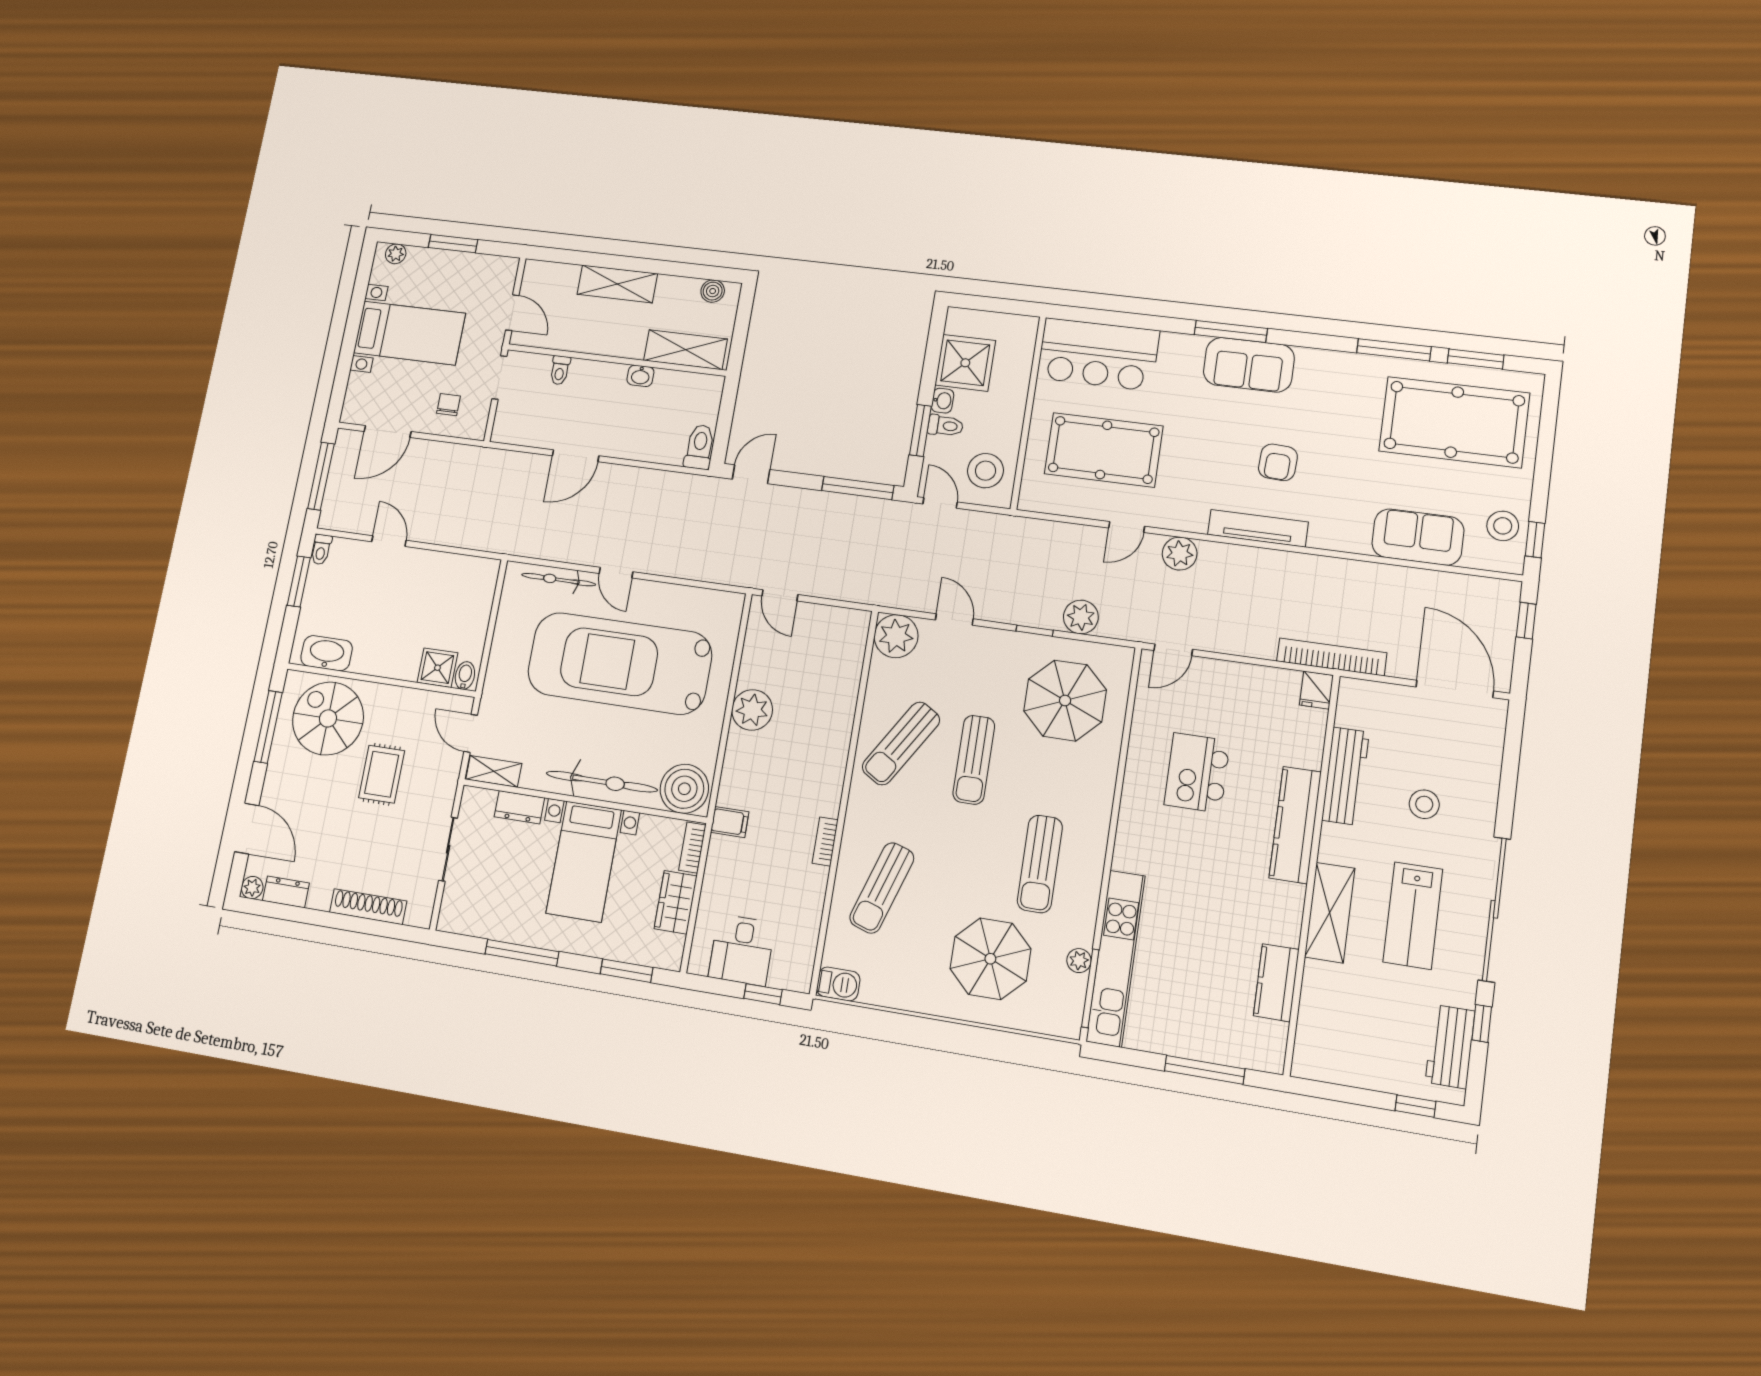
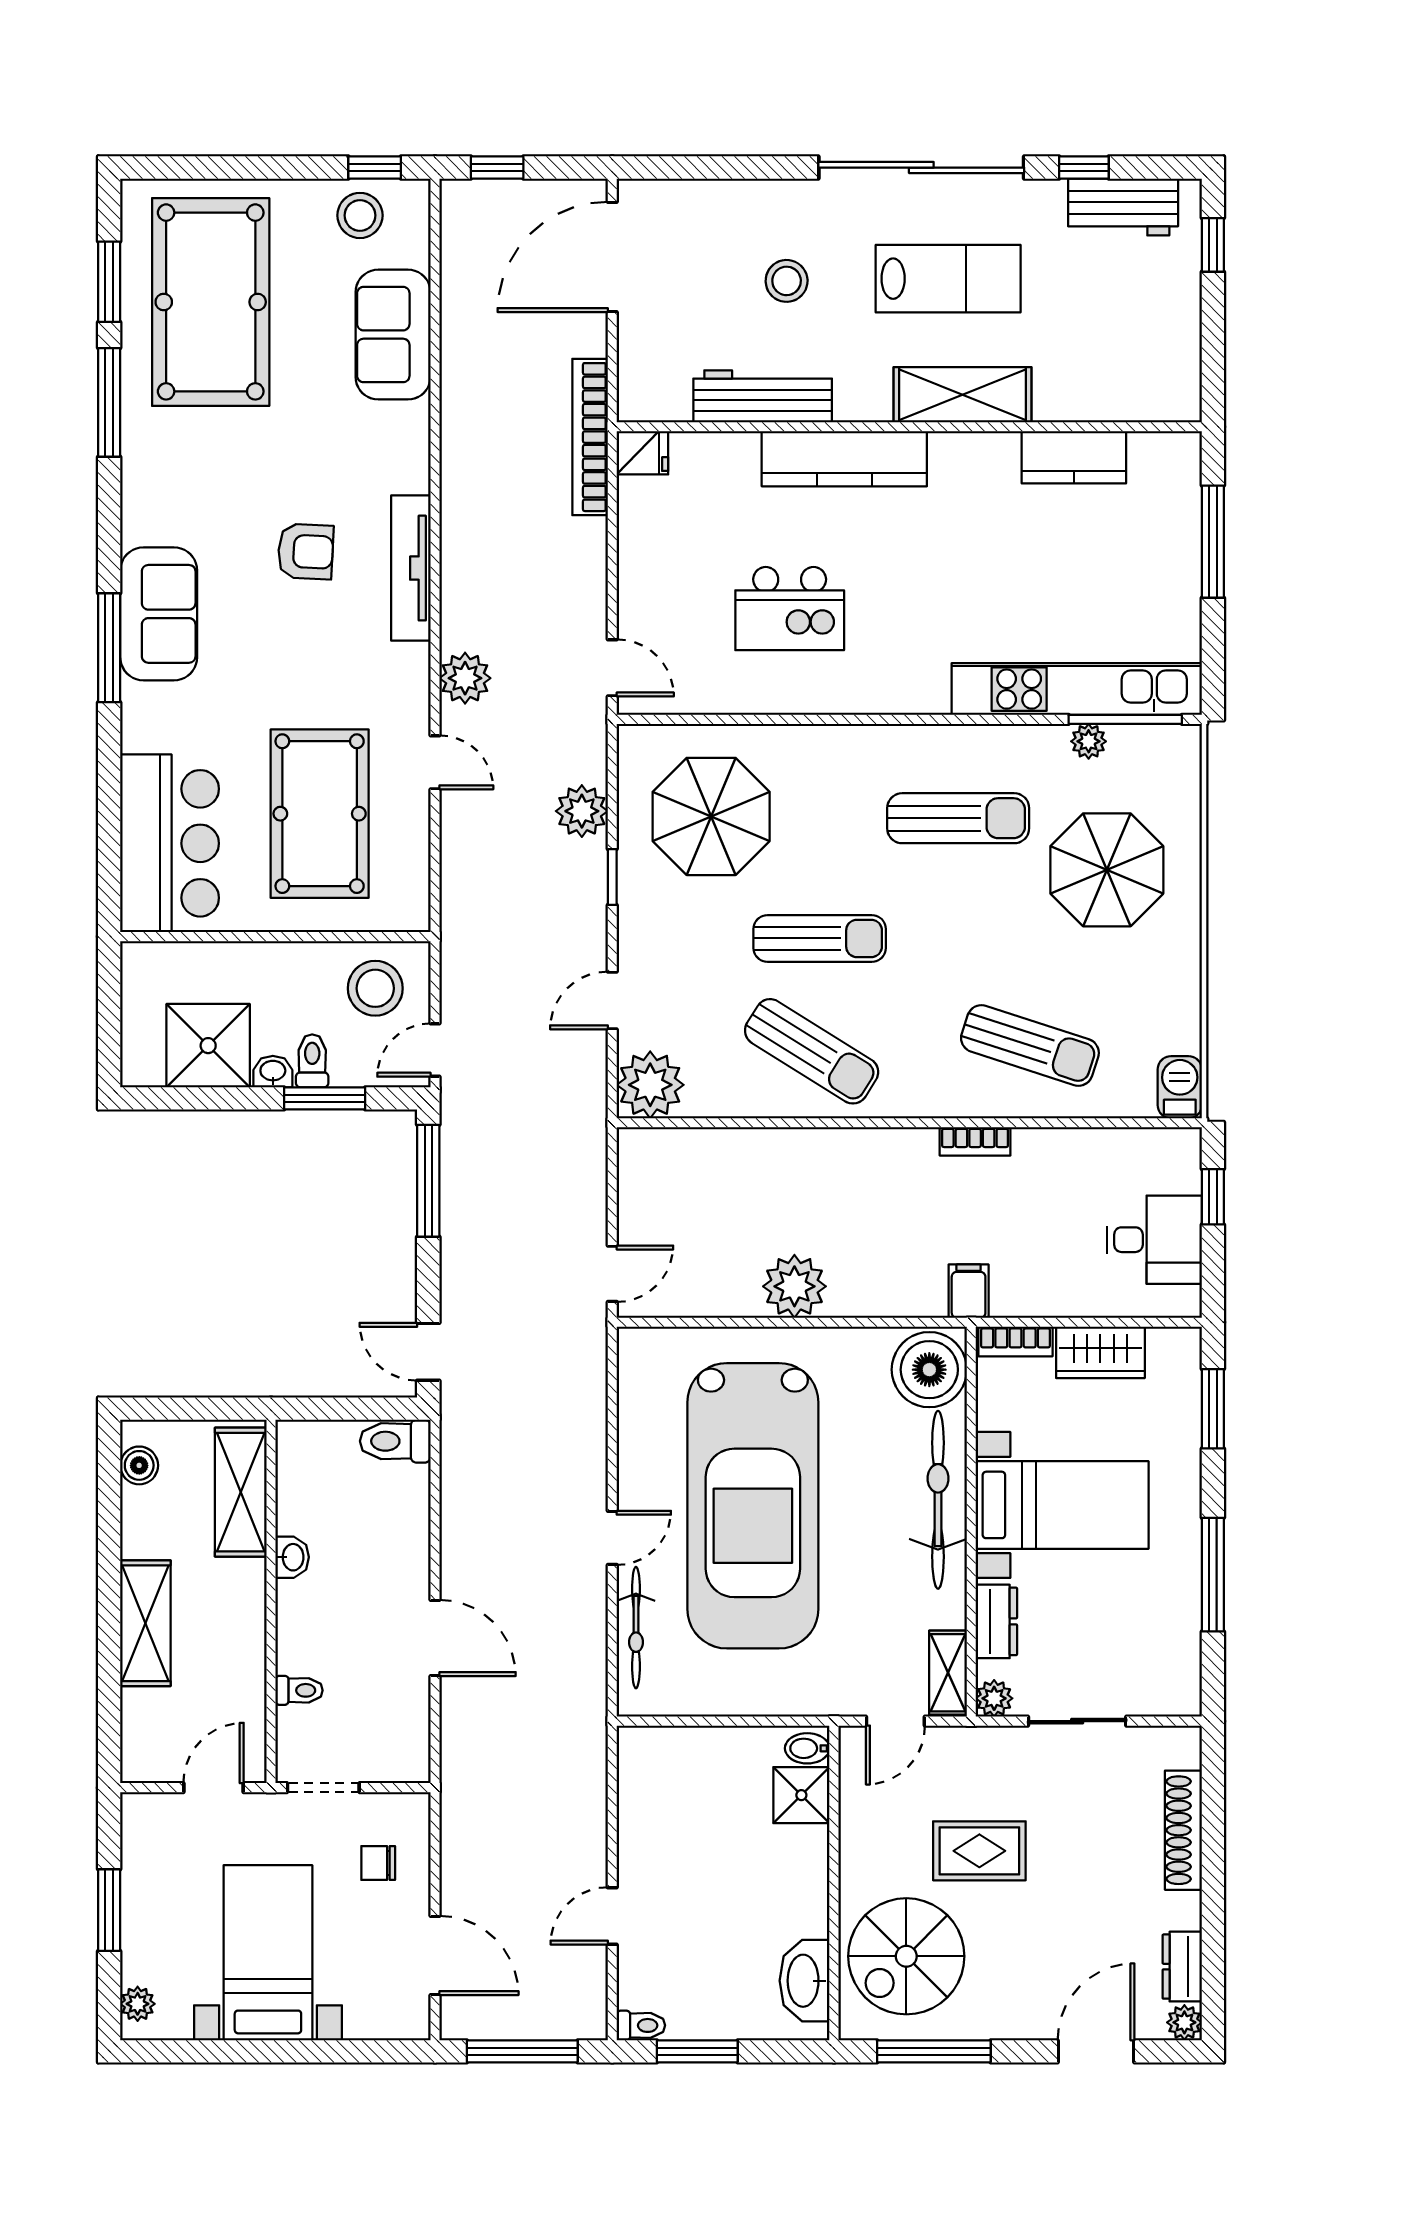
plant: (472, 798) -> (994, 1698), added

